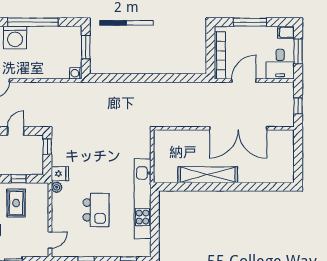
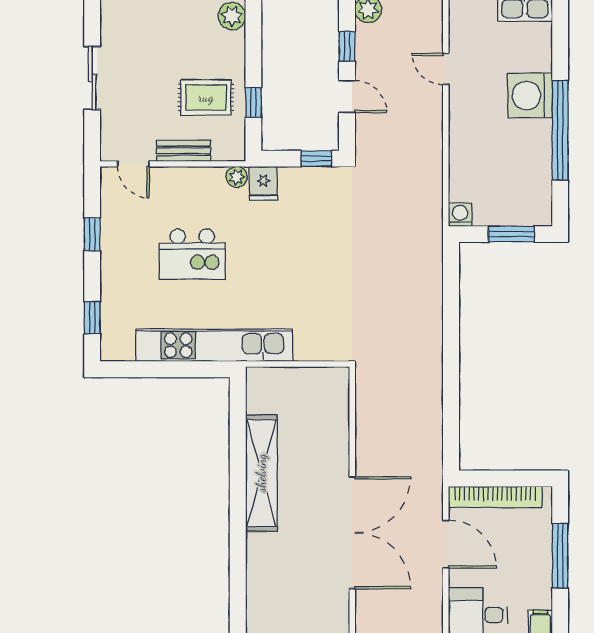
double door: (238, 128) -> (352, 533), swing flipped
bench: (43, 214) -> (184, 151), added

